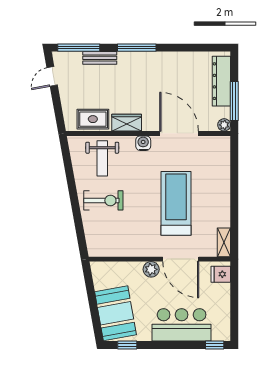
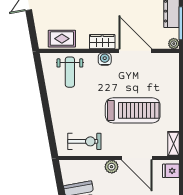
wardrobe: (127, 123) -> (102, 42), moved
exercise bike: (103, 200) -> (84, 141), moved
treadmill: (176, 203) -> (133, 110), turned 90

